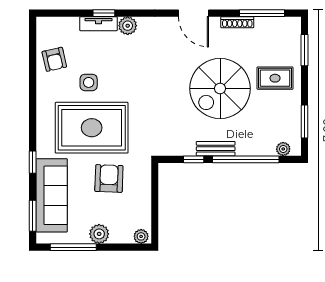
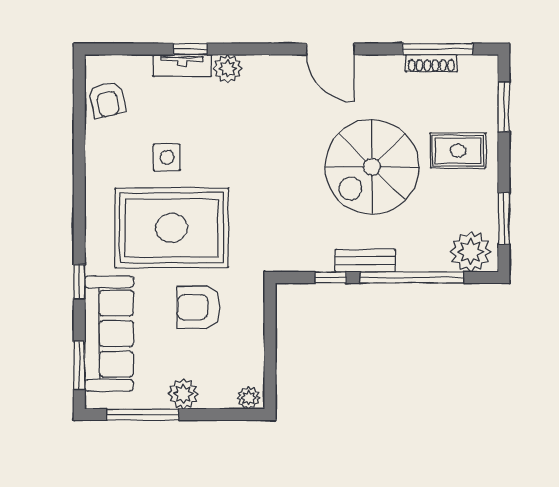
shoe rack: (237, 22) -> (431, 63), moved
armchair: (54, 59) -> (107, 100), moved
plant: (283, 149) -> (471, 252), width x1.87, depth x1.87
armchair: (109, 178) -> (199, 307), turned -92

